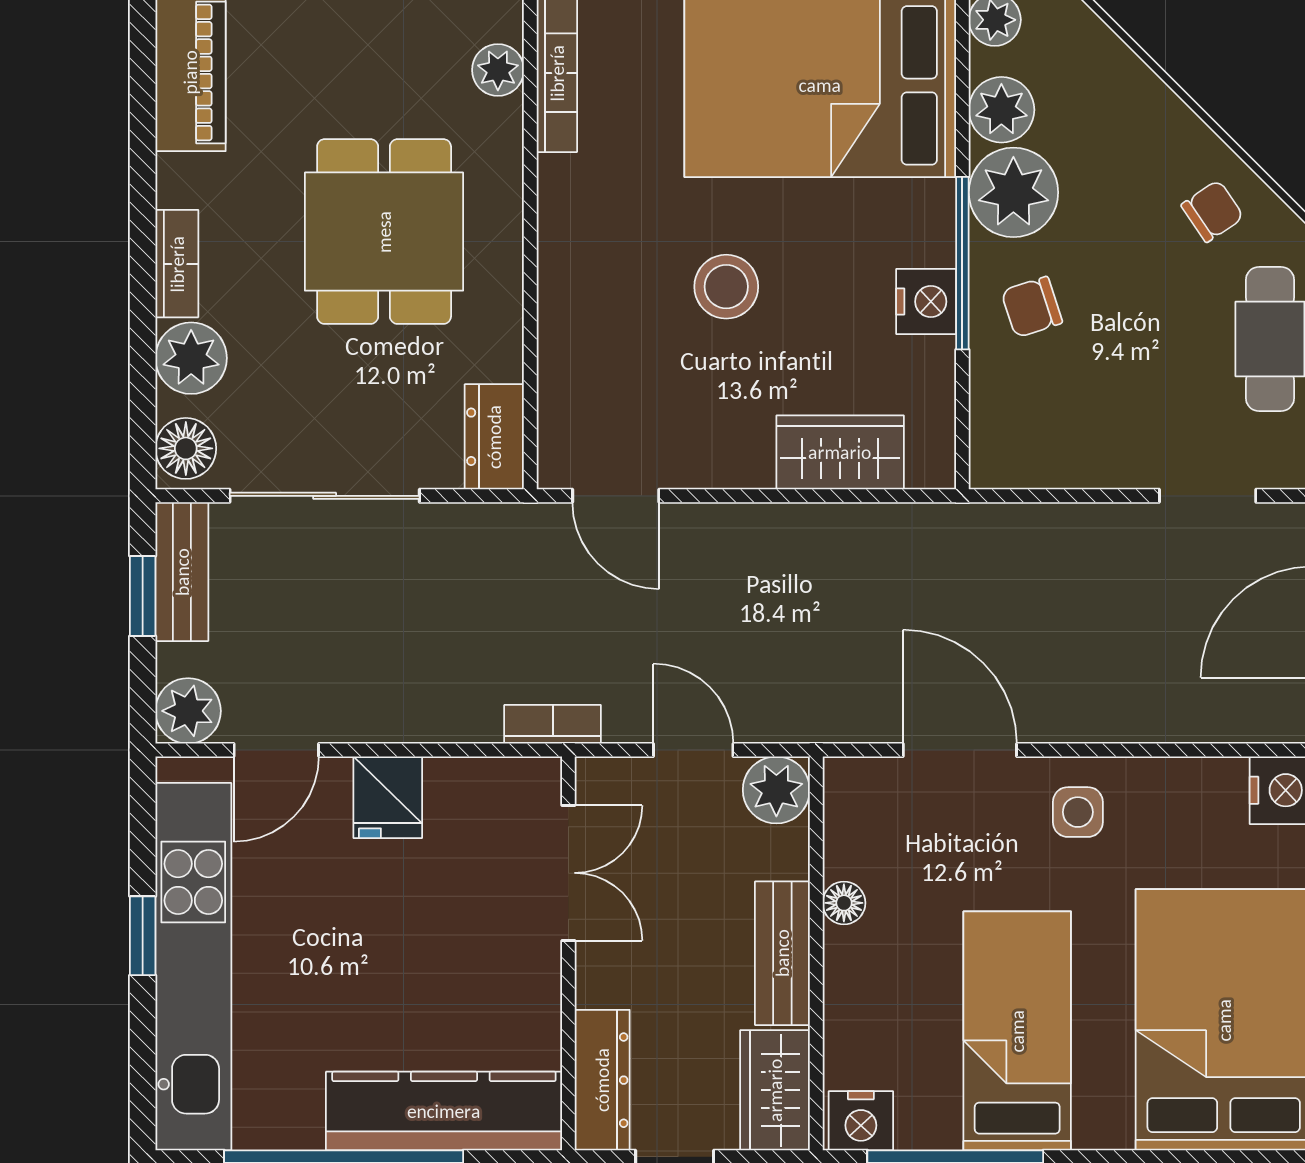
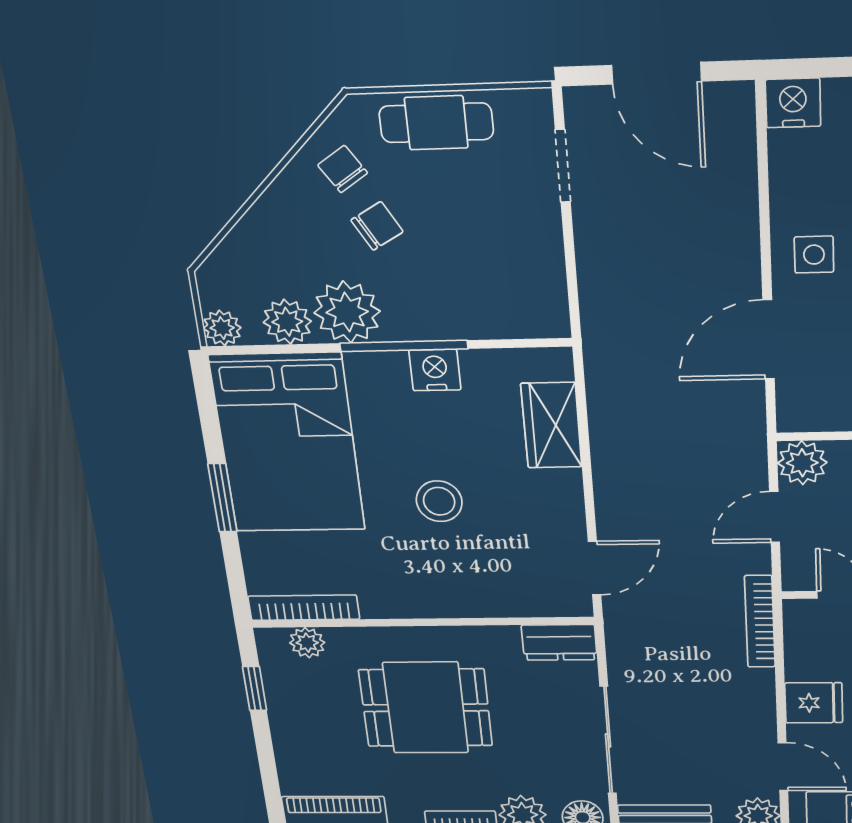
chair: (1032, 307) -> (377, 226), moved, turned -102
bookcase: (553, 724) -> (760, 622), width x1.56

